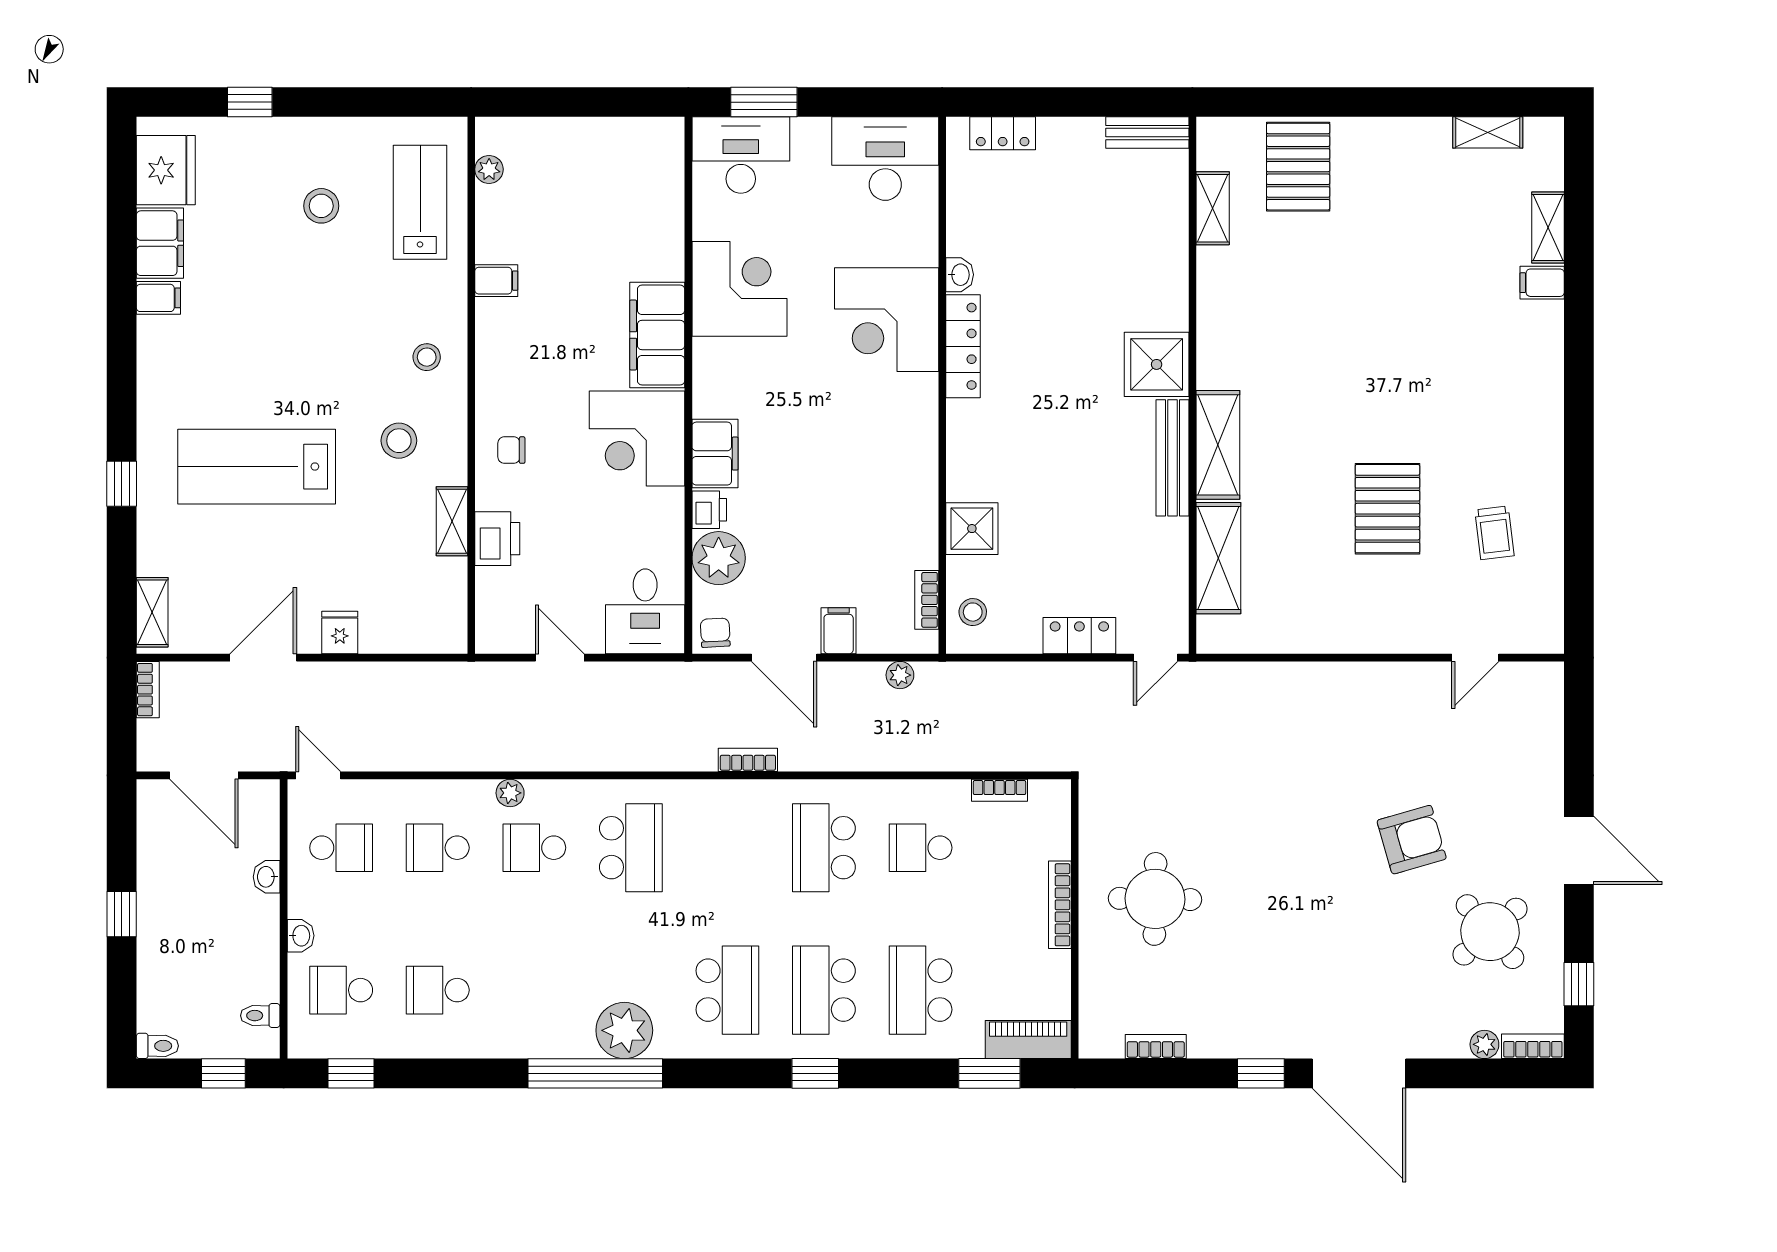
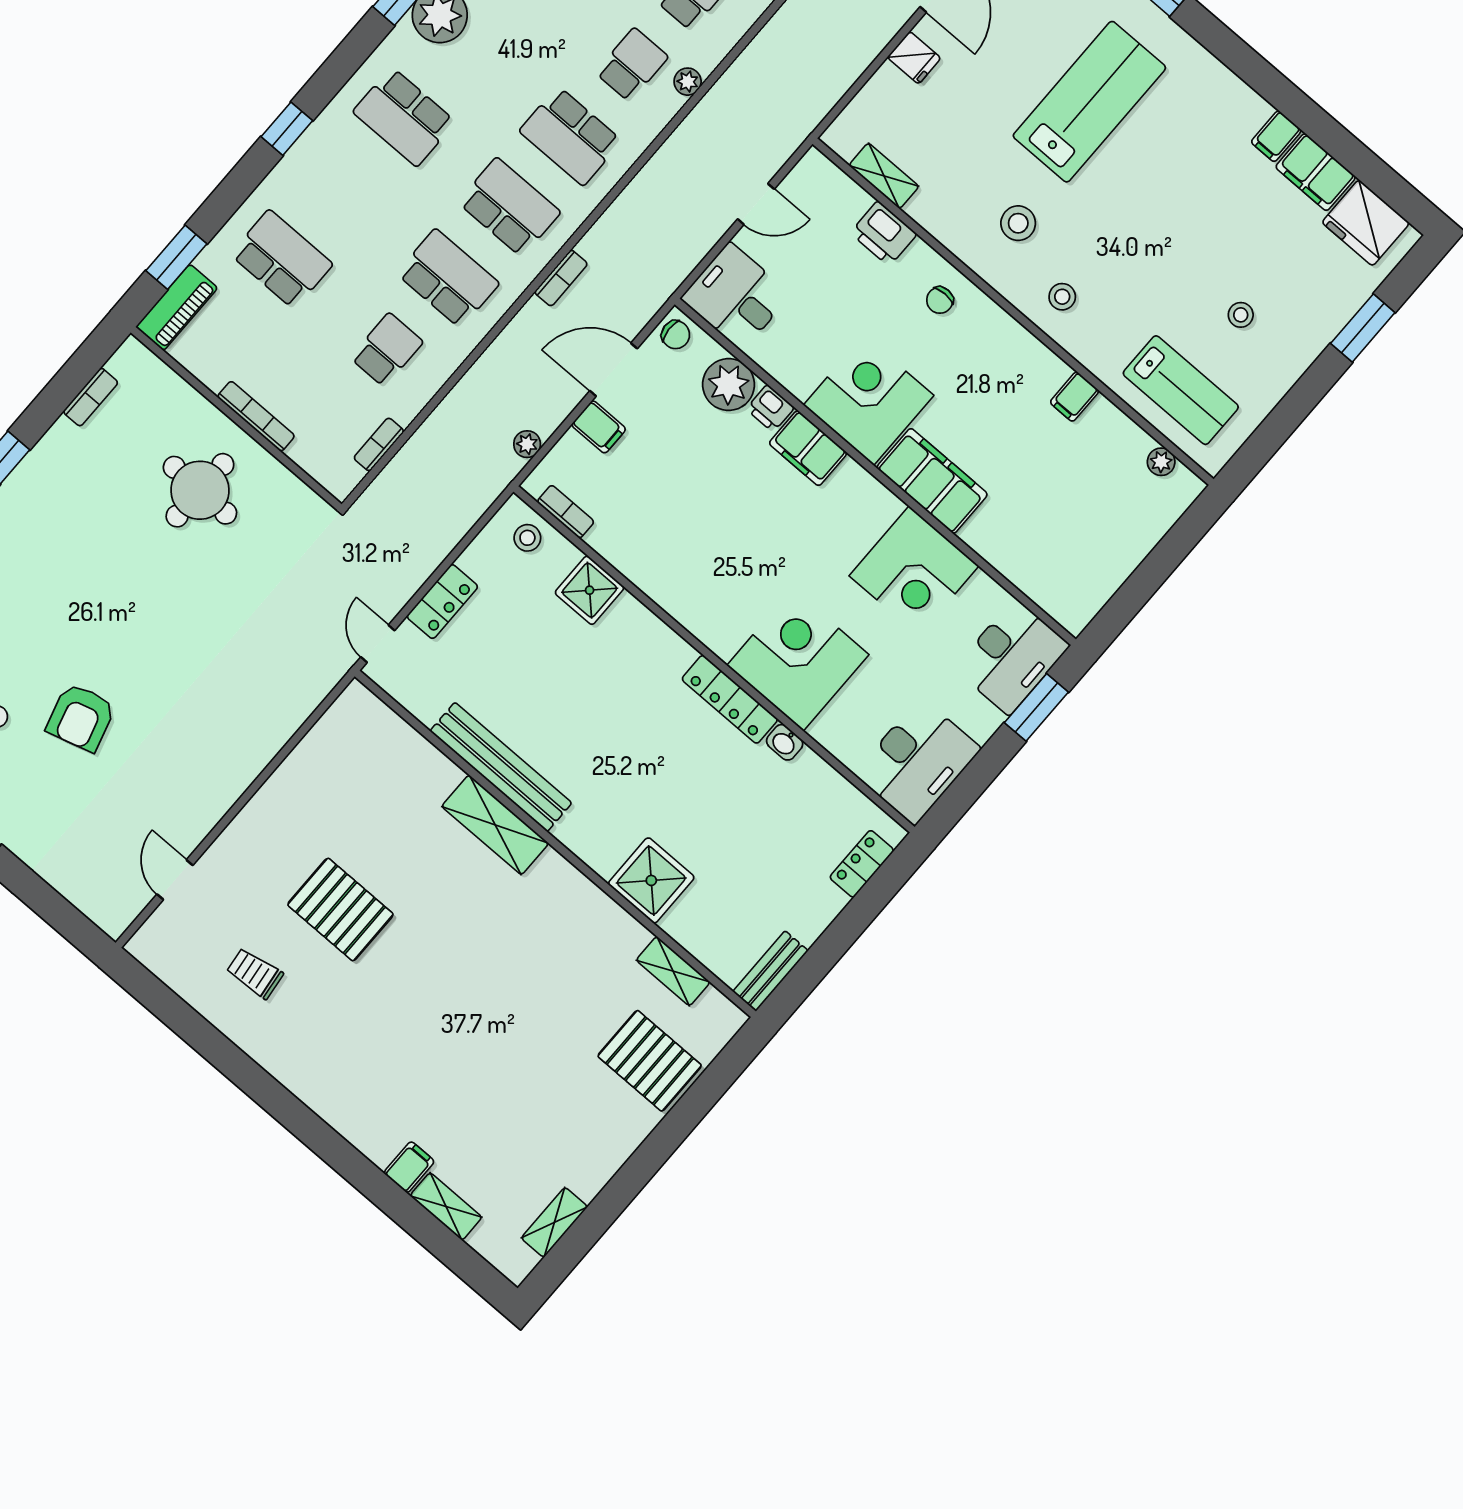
window: (250, 102) -> (1363, 328), width x1.50
stool: (321, 206) -> (1241, 315), width x0.73, depth x0.73
shower: (1157, 364) -> (651, 880), moved
chair: (511, 450) -> (940, 300), turned 180
bench: (1172, 458) -> (501, 767), width x1.37, depth x1.21
shelving: (452, 521) -> (884, 176), moved
shelving: (1218, 558) -> (411, 753), removed
school desk: (824, 990) -> (509, 207), moved

